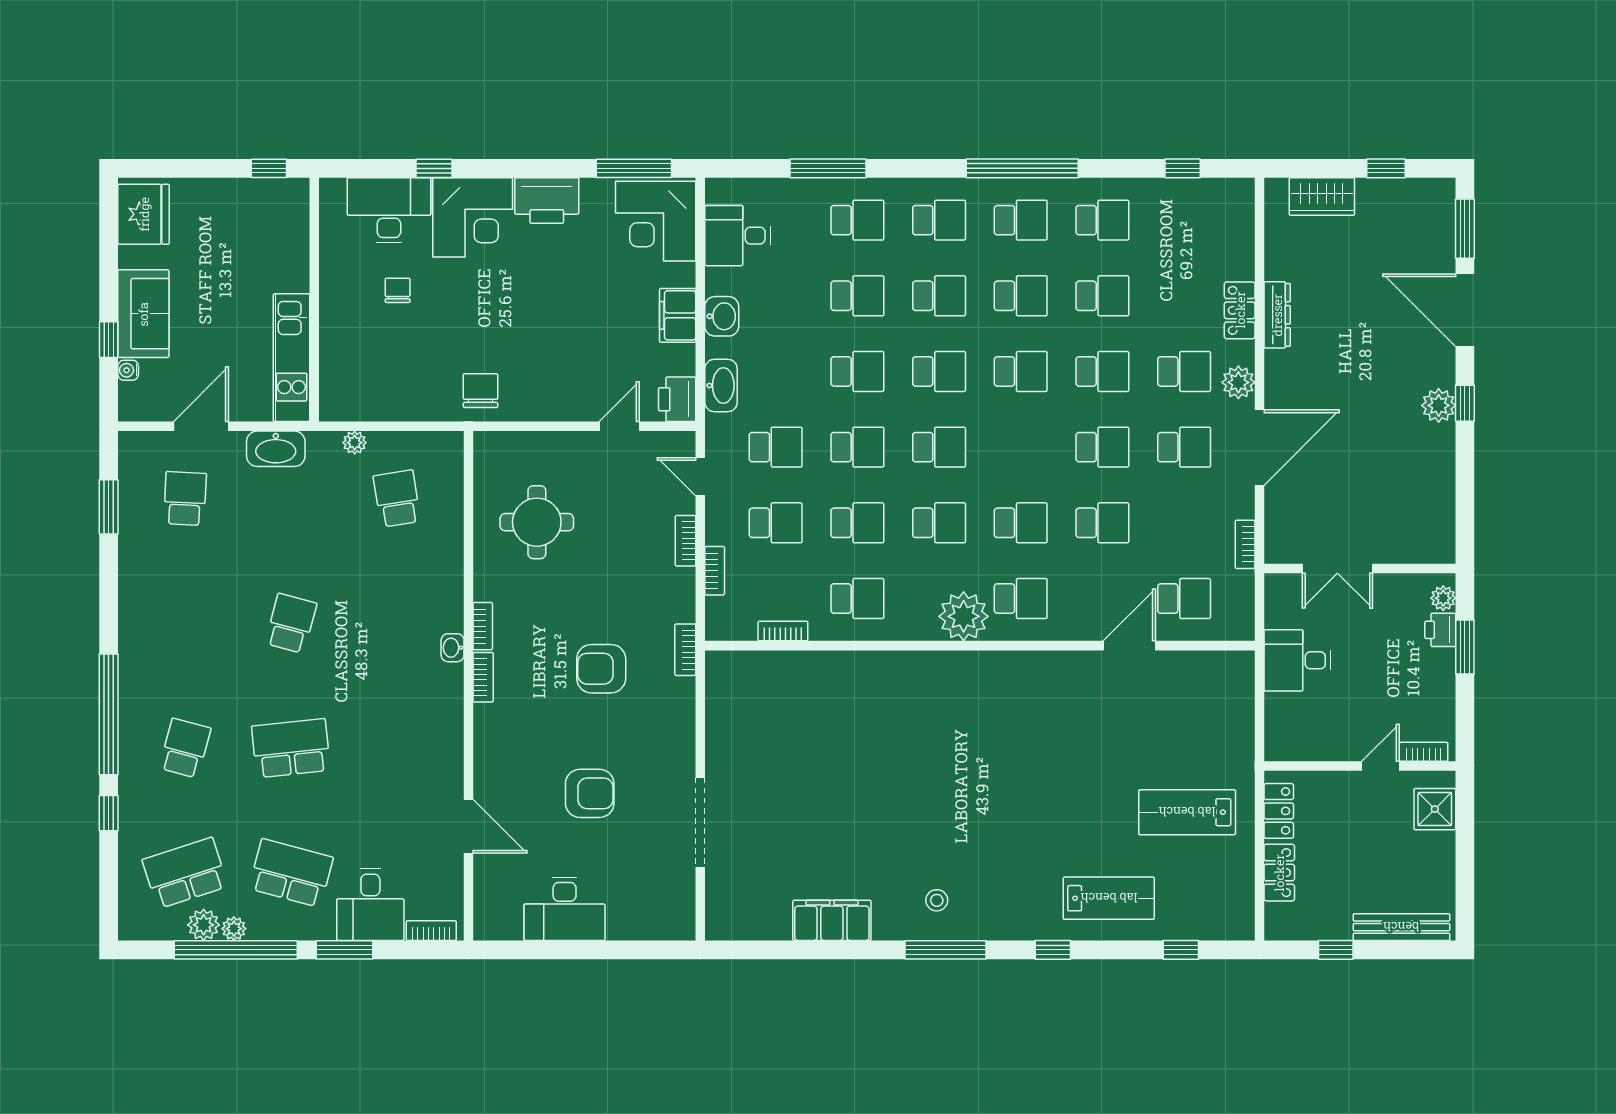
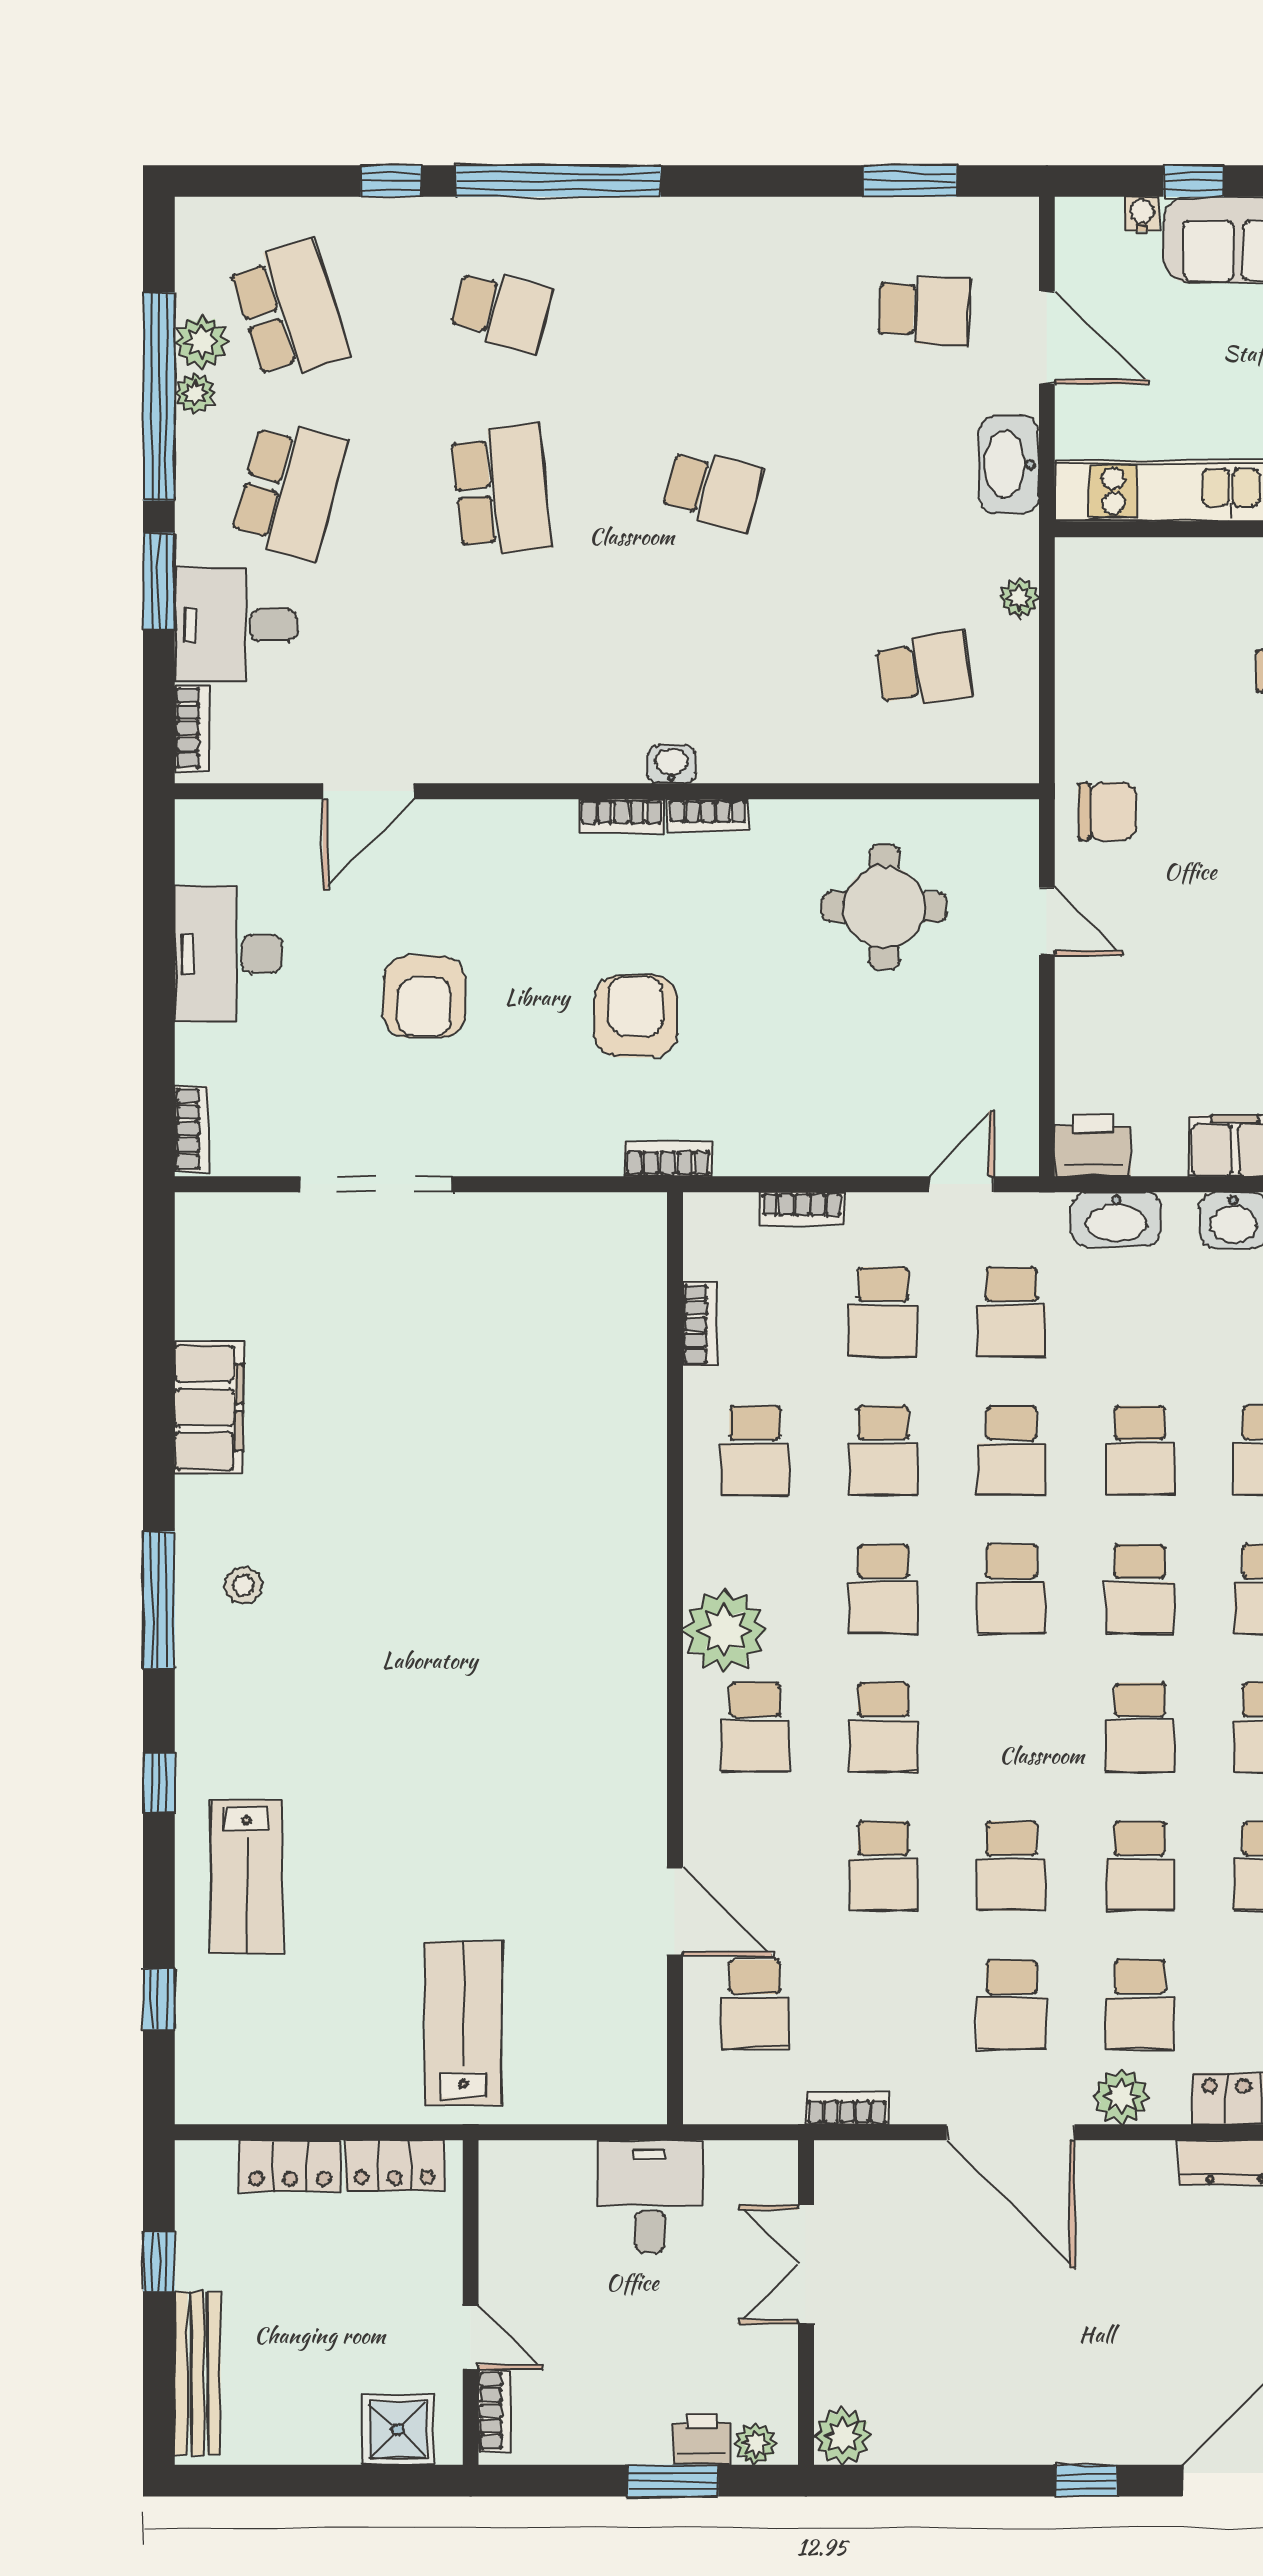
plant: (1439, 405) -> (843, 2436), moved
door: (619, 426) -> (1047, 921), moved
bookcase: (686, 541) -> (192, 1129), moved, turned 90
lab bench: (1187, 812) -> (463, 2023), moved

